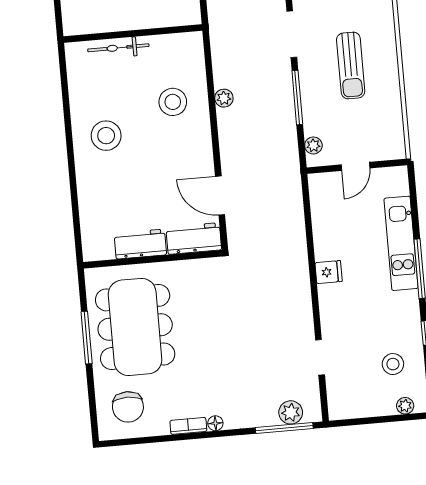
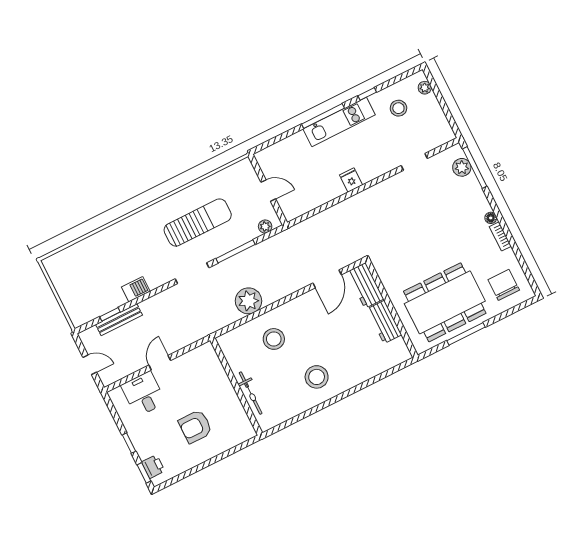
sun lounger: (351, 65) -> (198, 222), width x1.36, depth x1.34
plant: (224, 98) -> (248, 301), width x1.87, depth x1.87
kitchen unit: (401, 243) -> (339, 122), moved
chair: (128, 407) -> (504, 285), turned -90

